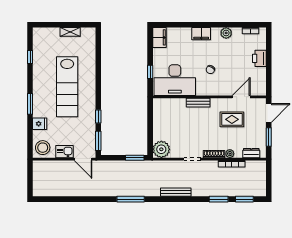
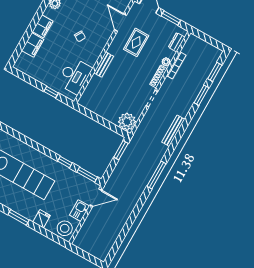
filing cabinet: (159, 37) -> (33, 45), moved, turned 90
desk: (175, 80) -> (75, 76), width x0.73, depth x0.77

